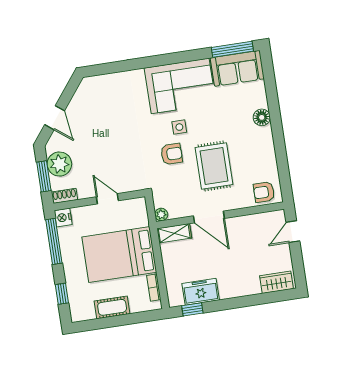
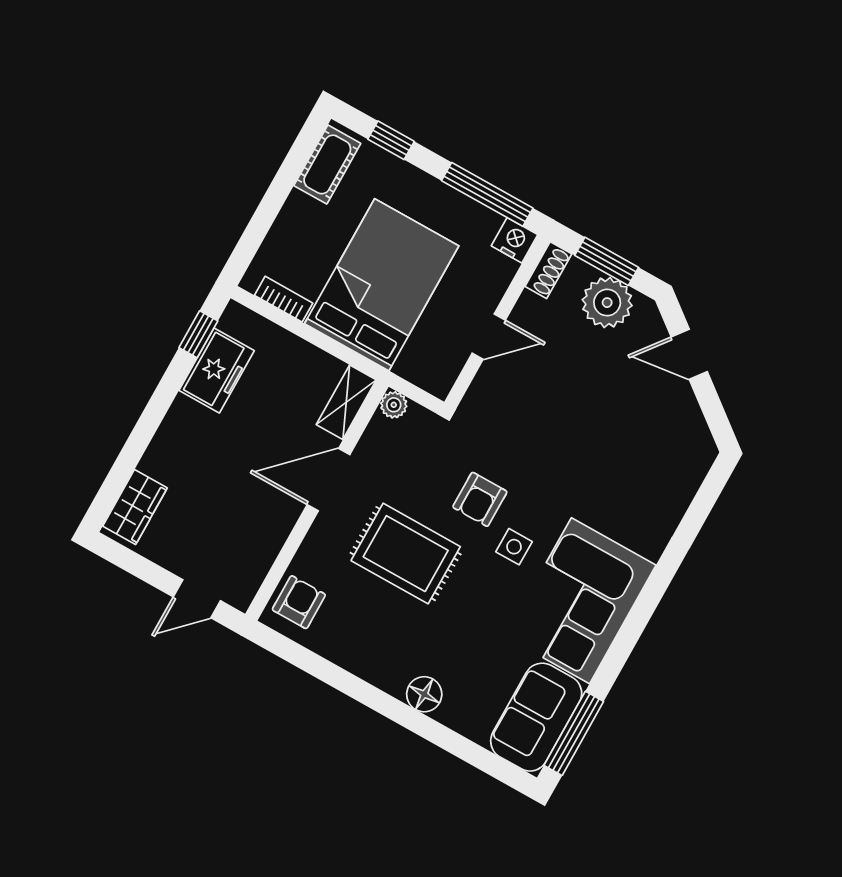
door: (293, 232) -> (197, 599), swing flipped
cot: (112, 307) -> (327, 164), moved

